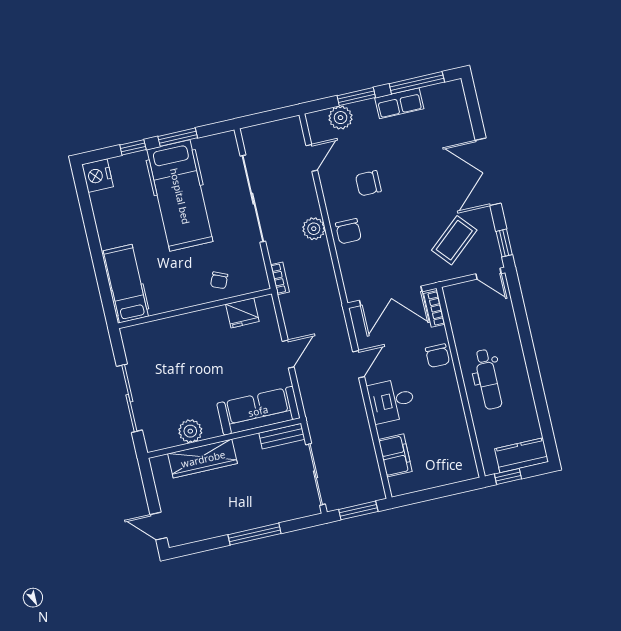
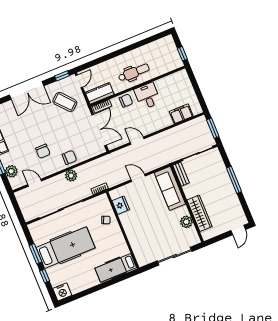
desk: (391, 401) -> (147, 96), moved, turned 180
kitchen counter: (522, 455) -> (100, 93), moved, turned 90

